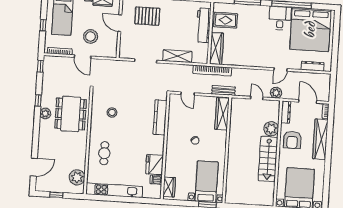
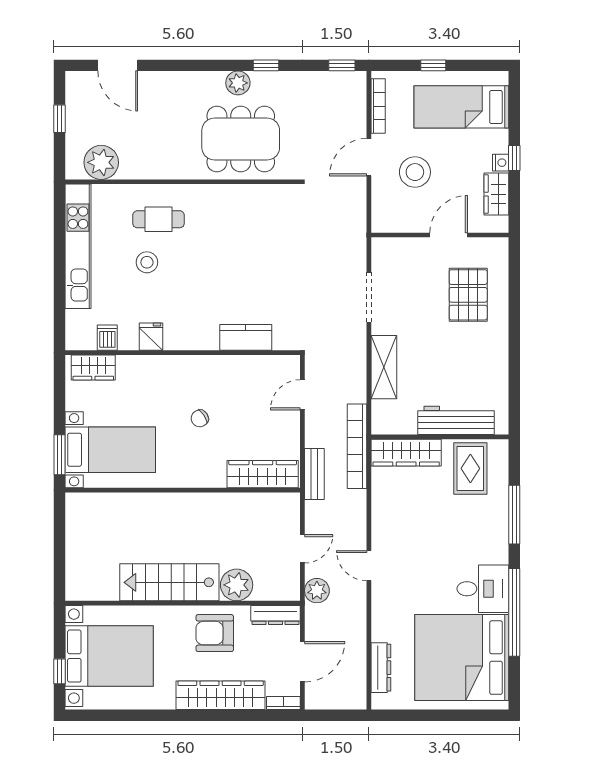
door: (280, 70) -> (369, 566), moved
stool: (112, 112) -> (147, 262), moved
kitchen counter: (160, 117) -> (246, 337), width x0.67
fridge: (154, 165) -> (151, 337), width x0.53, depth x0.75

